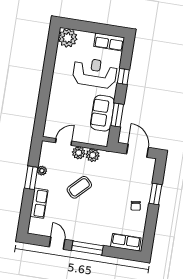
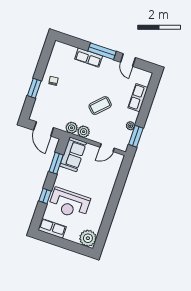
sofa: (102, 113) -> (73, 154), moved
plant: (79, 153) -> (72, 128), moved
window: (31, 178) -> (136, 136), moved
row of seats: (126, 242) -> (89, 58), moved

